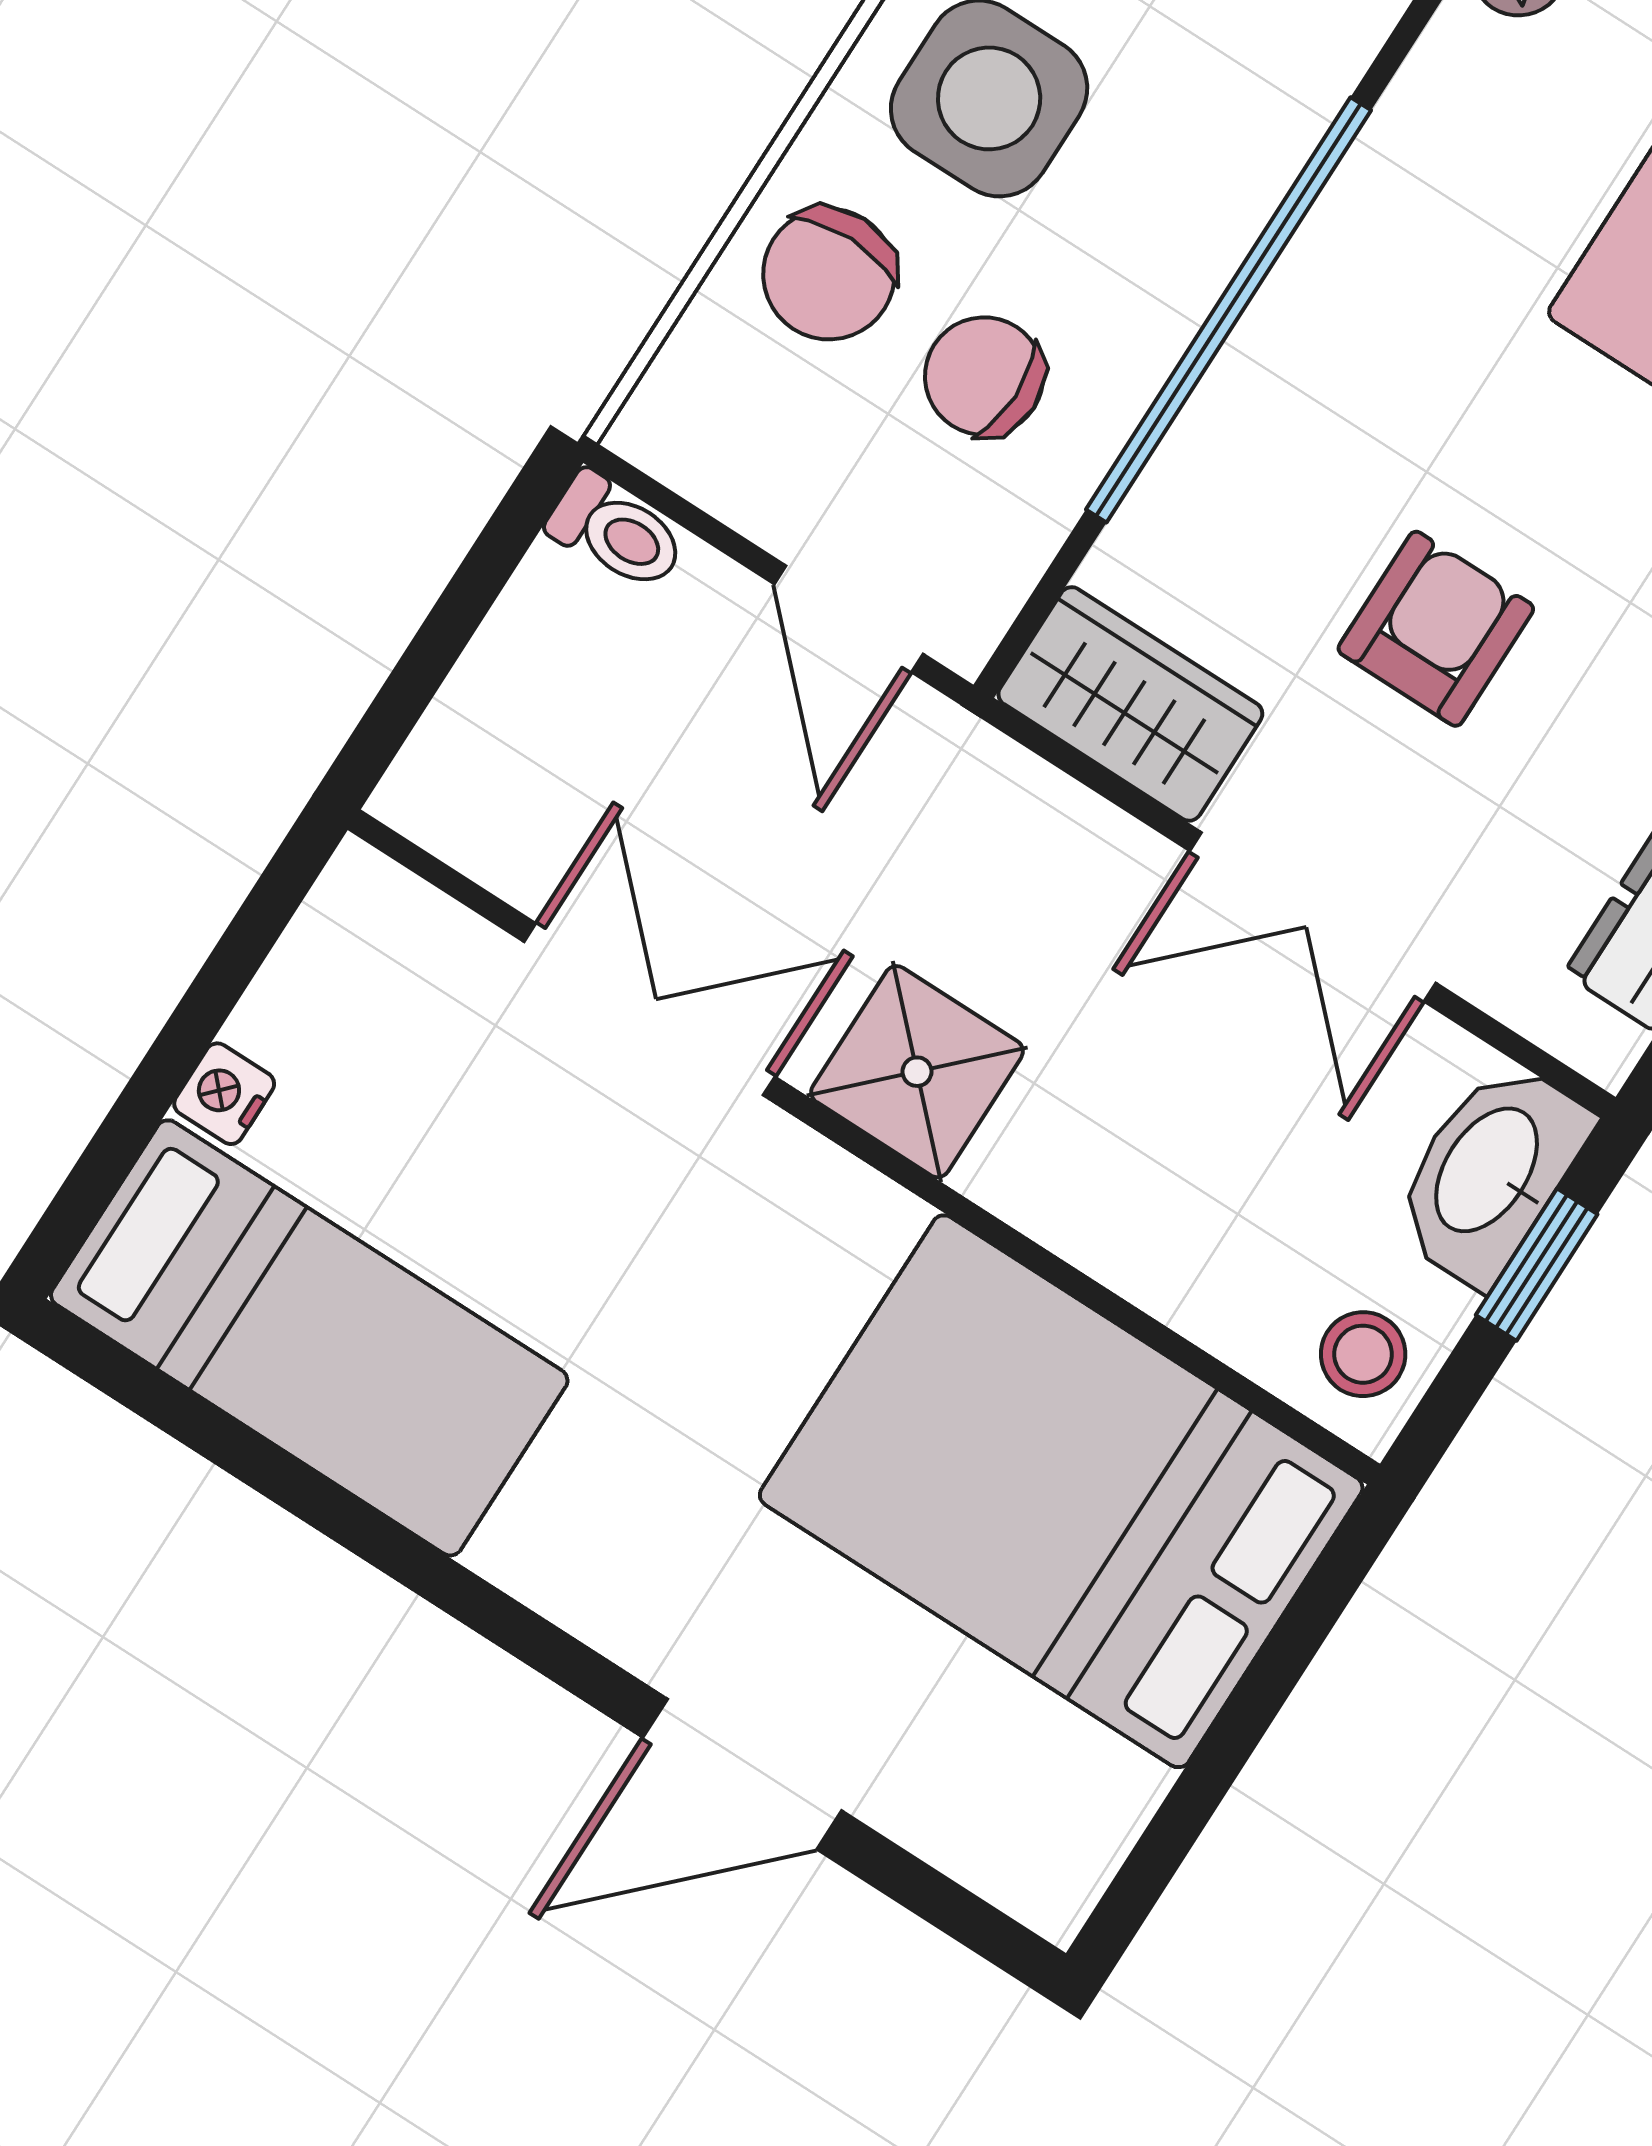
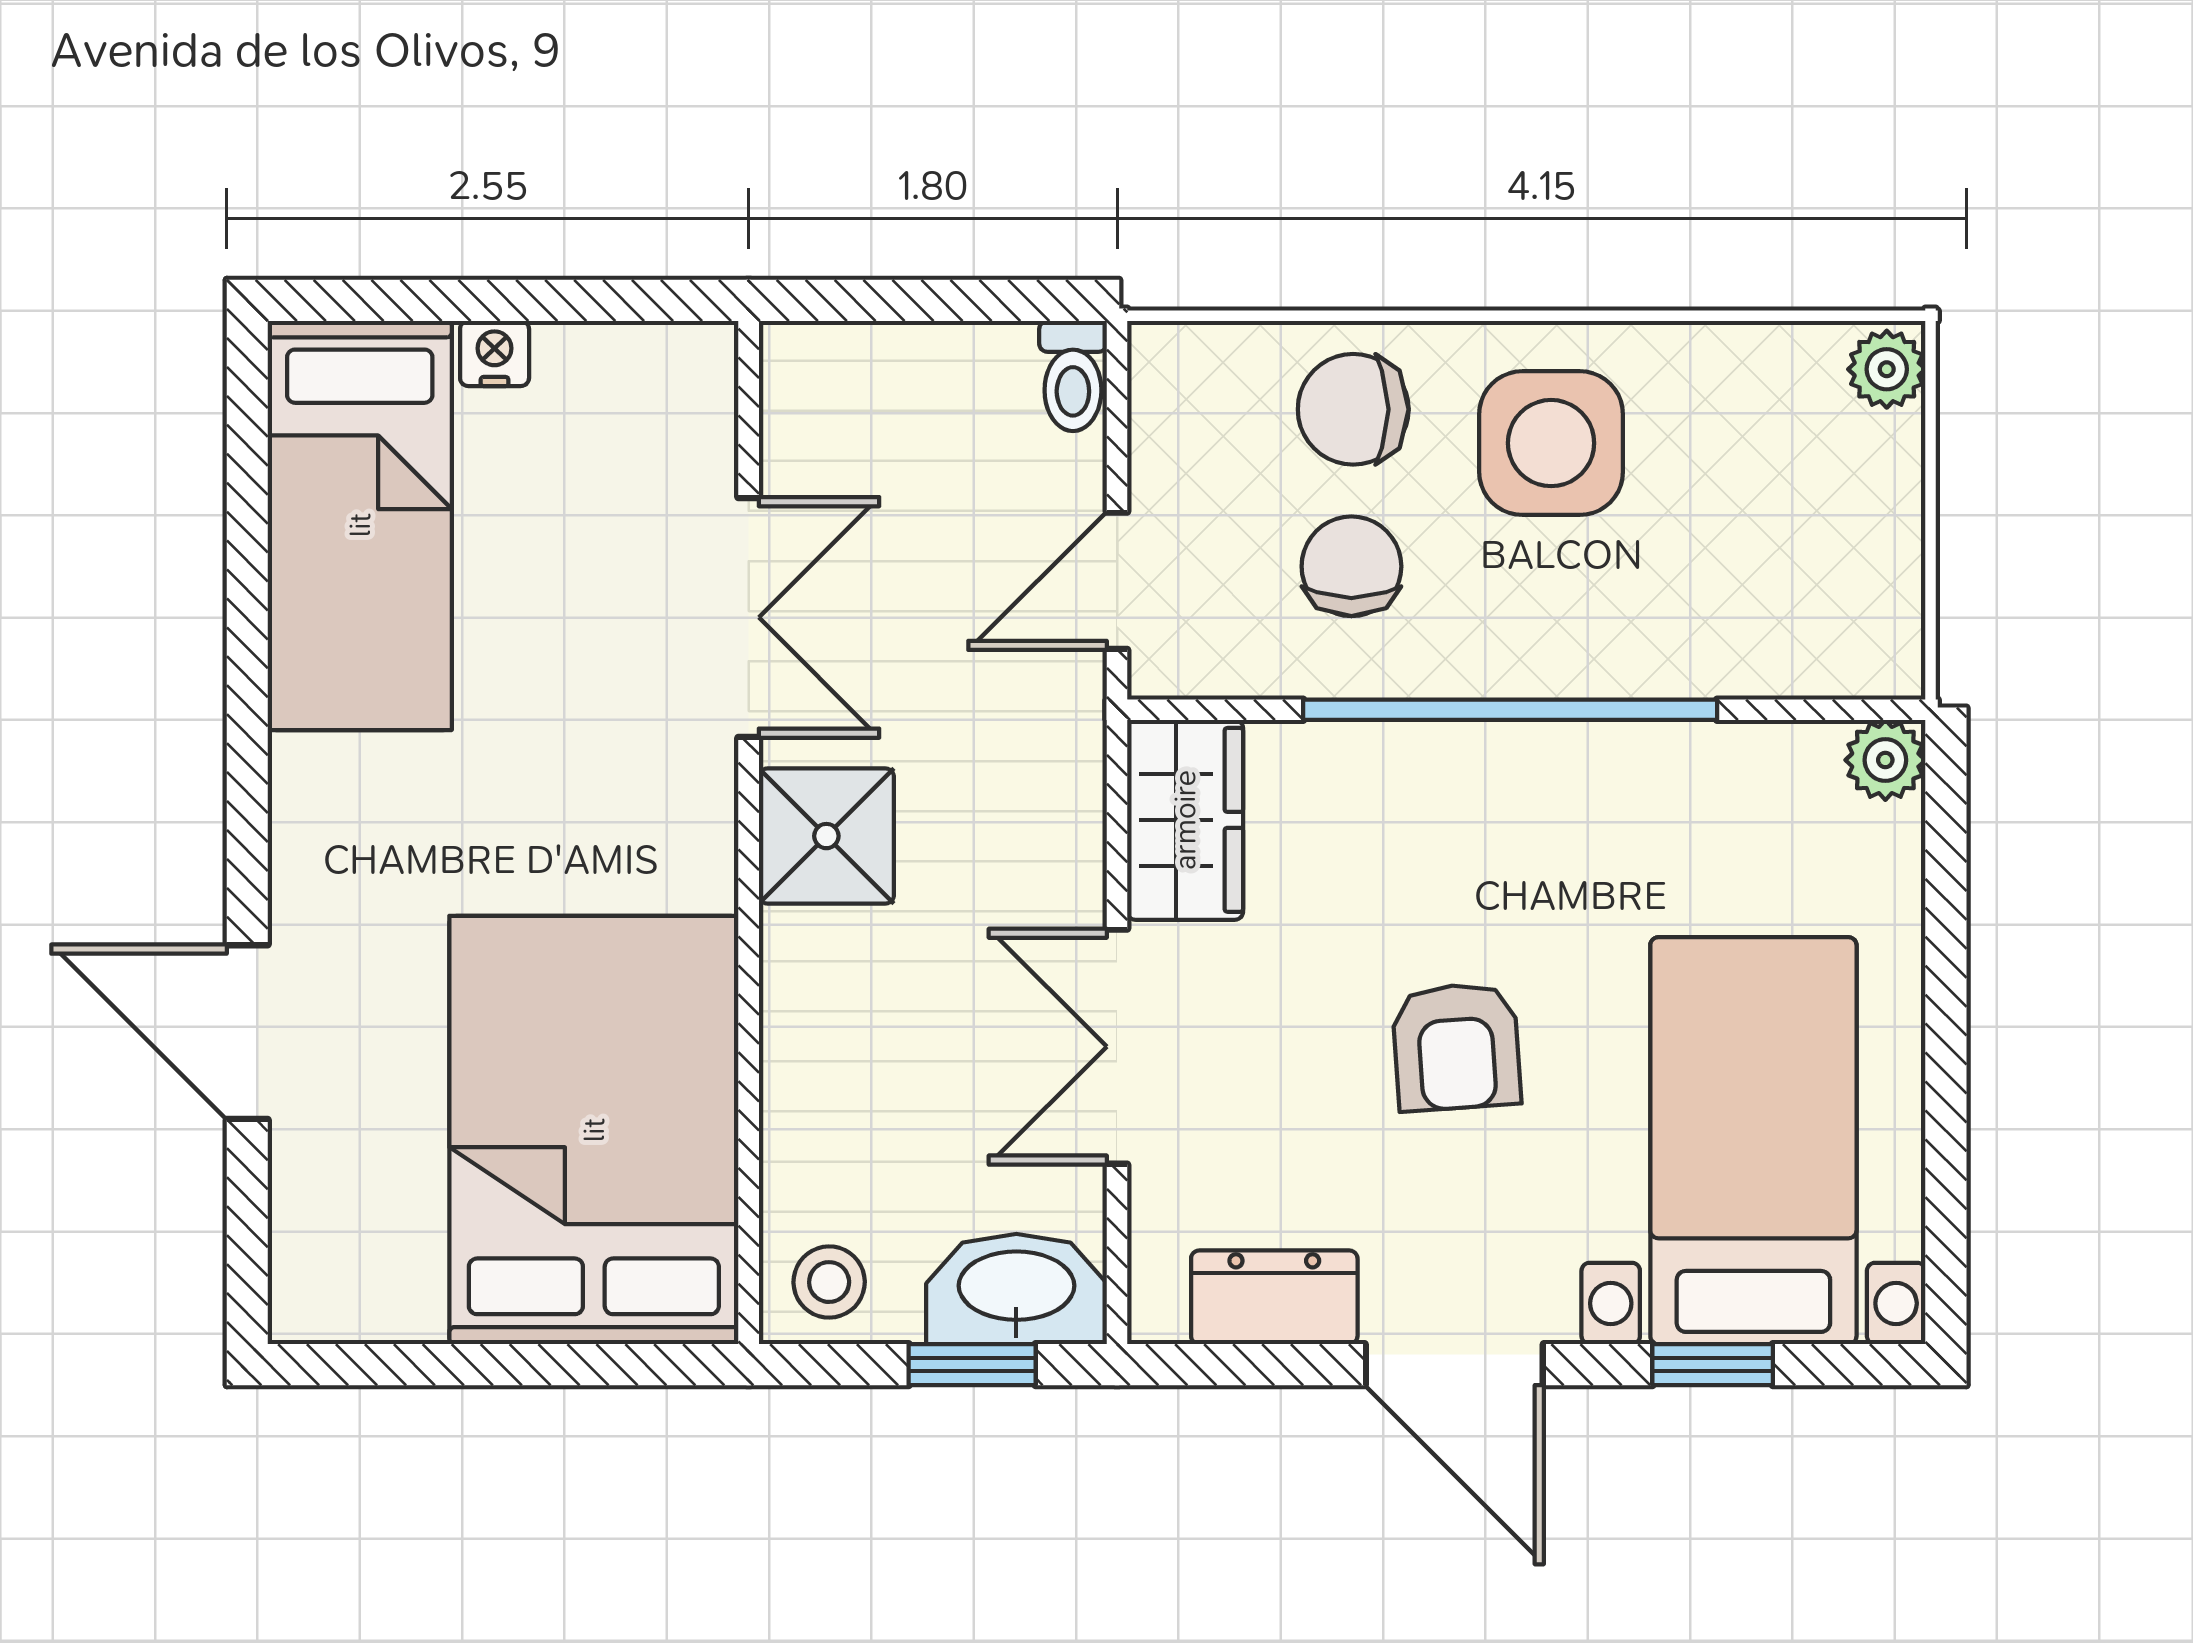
armchair: (1436, 629) -> (1456, 1047), moved, turned 86

